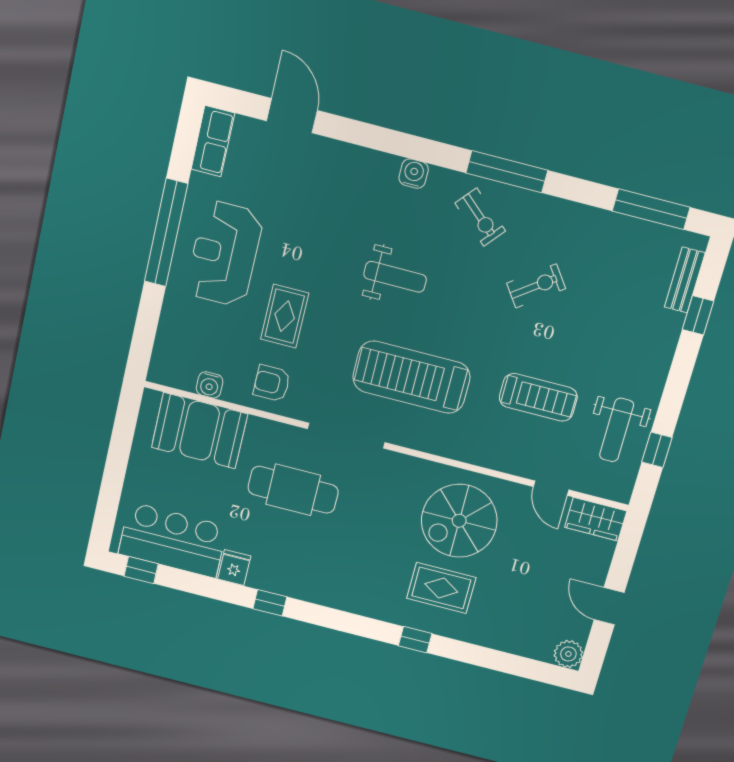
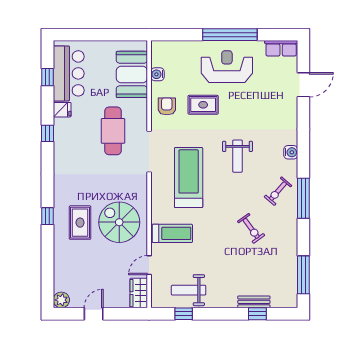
bench: (685, 280) -> (254, 302), moved
treadmill: (538, 397) -> (172, 233), moved, turned -90
window: (141, 570) -> (47, 77), moved

